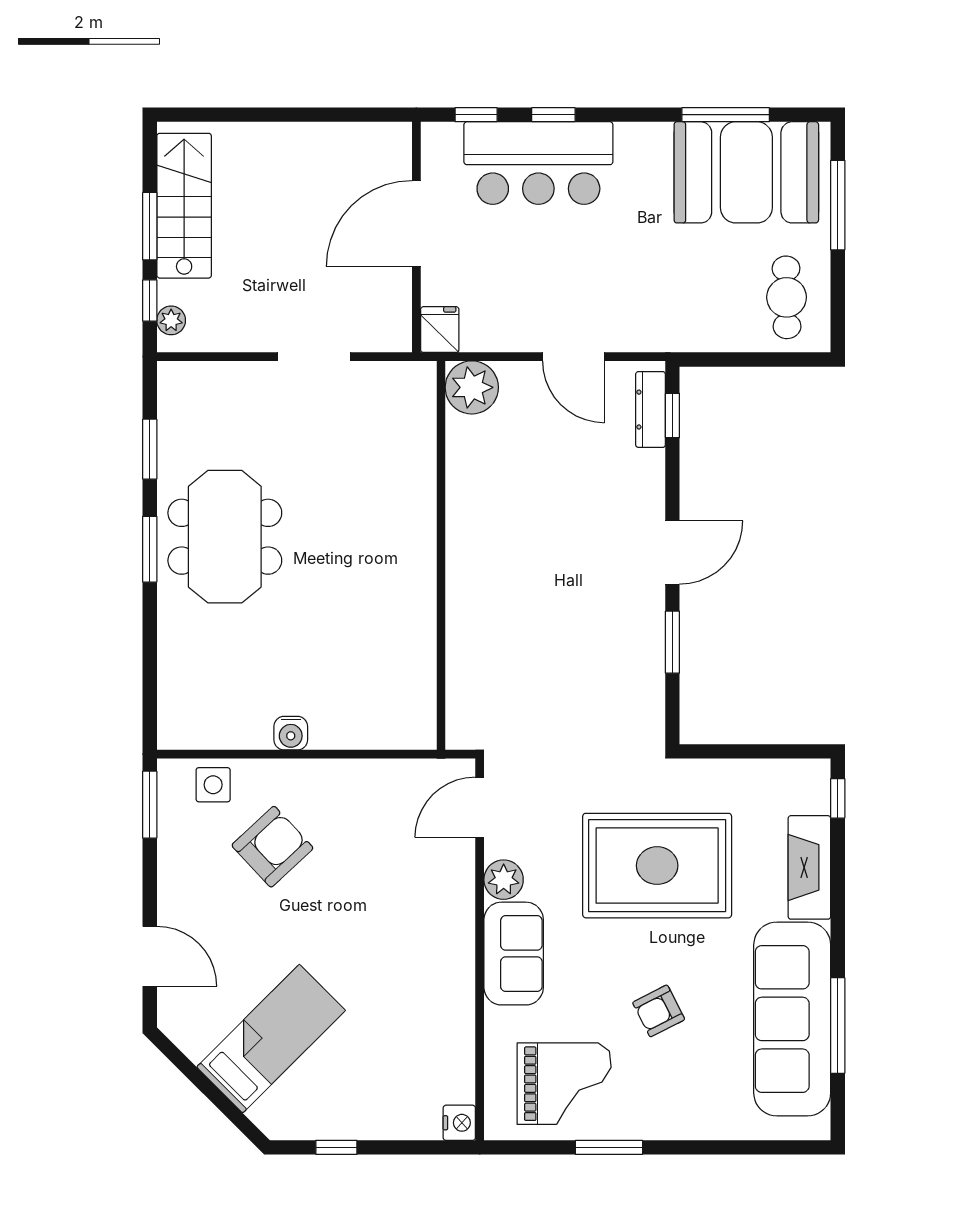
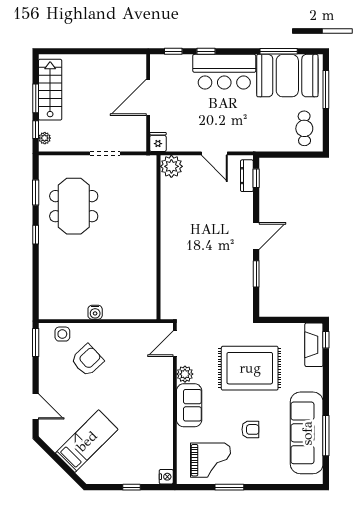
bar counter: (538, 163) -> (224, 72), moved
meeting table: (225, 537) -> (74, 206), moved
window: (150, 549) -> (36, 235), width x0.67
fireplace: (809, 867) -> (314, 345), moved
armchair: (659, 1011) -> (250, 429), turned -153
window: (336, 1147) -> (131, 487), moved

